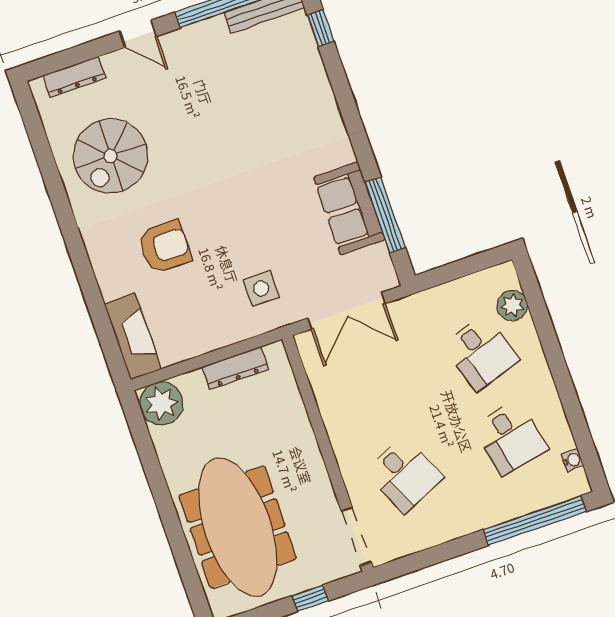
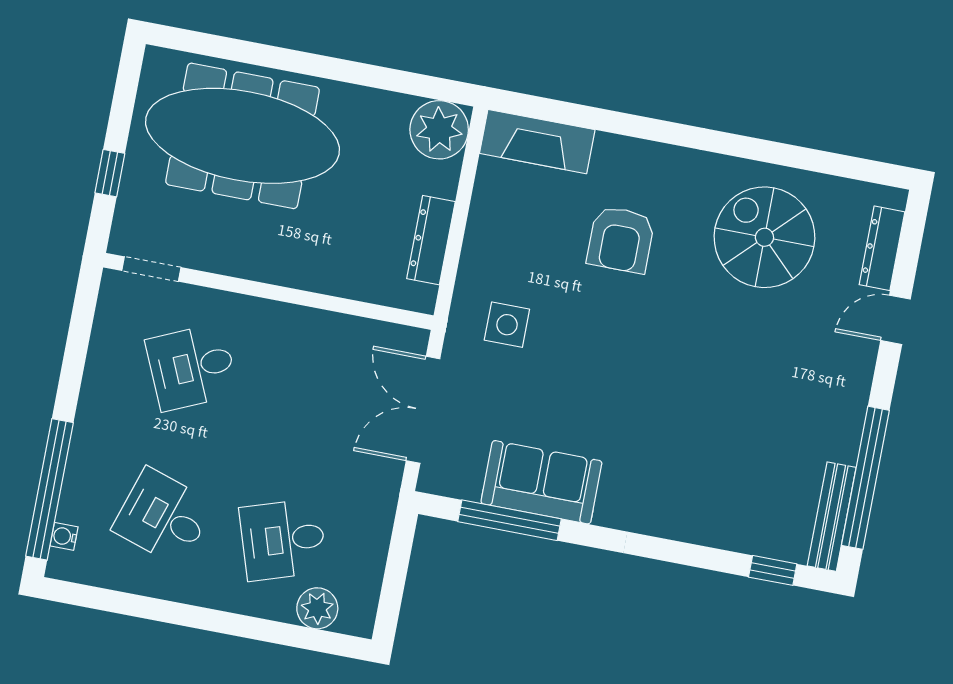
door: (138, 34) -> (896, 320), moved
desk: (510, 438) -> (163, 517), turned 30
water cooler: (572, 460) -> (64, 536), moved, turned 90
doorway: (356, 536) -> (151, 269), width x0.73

